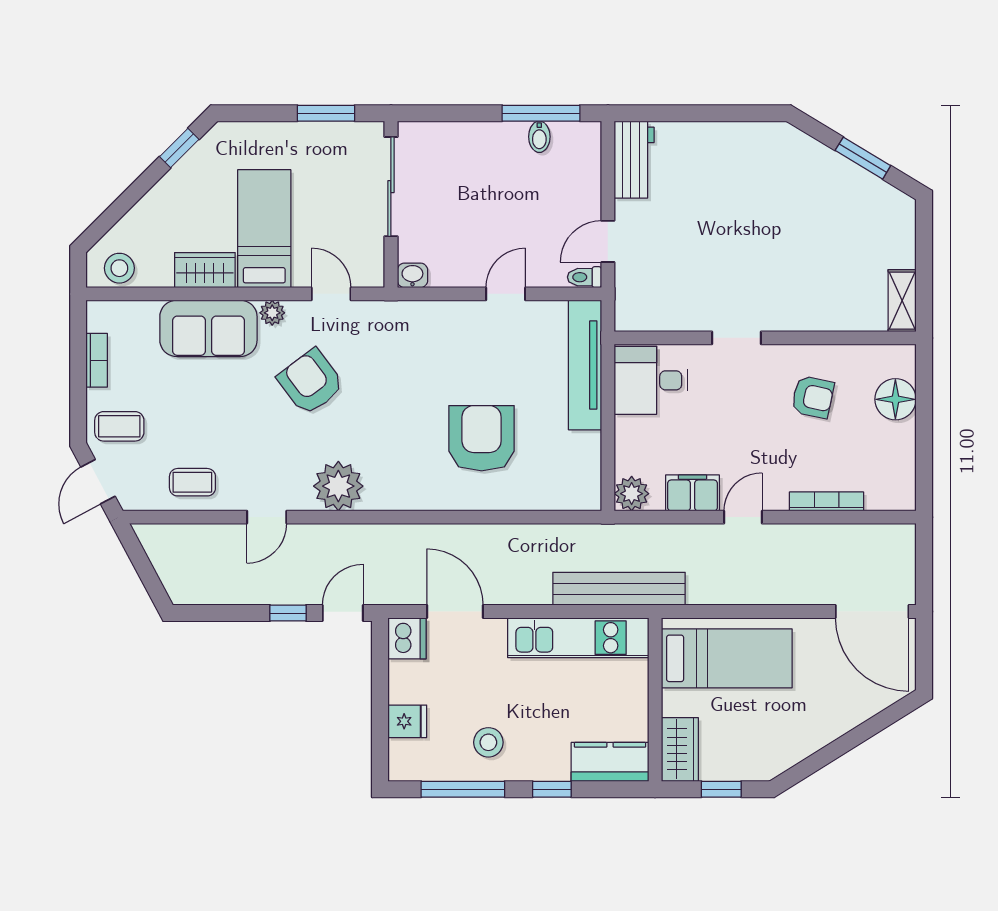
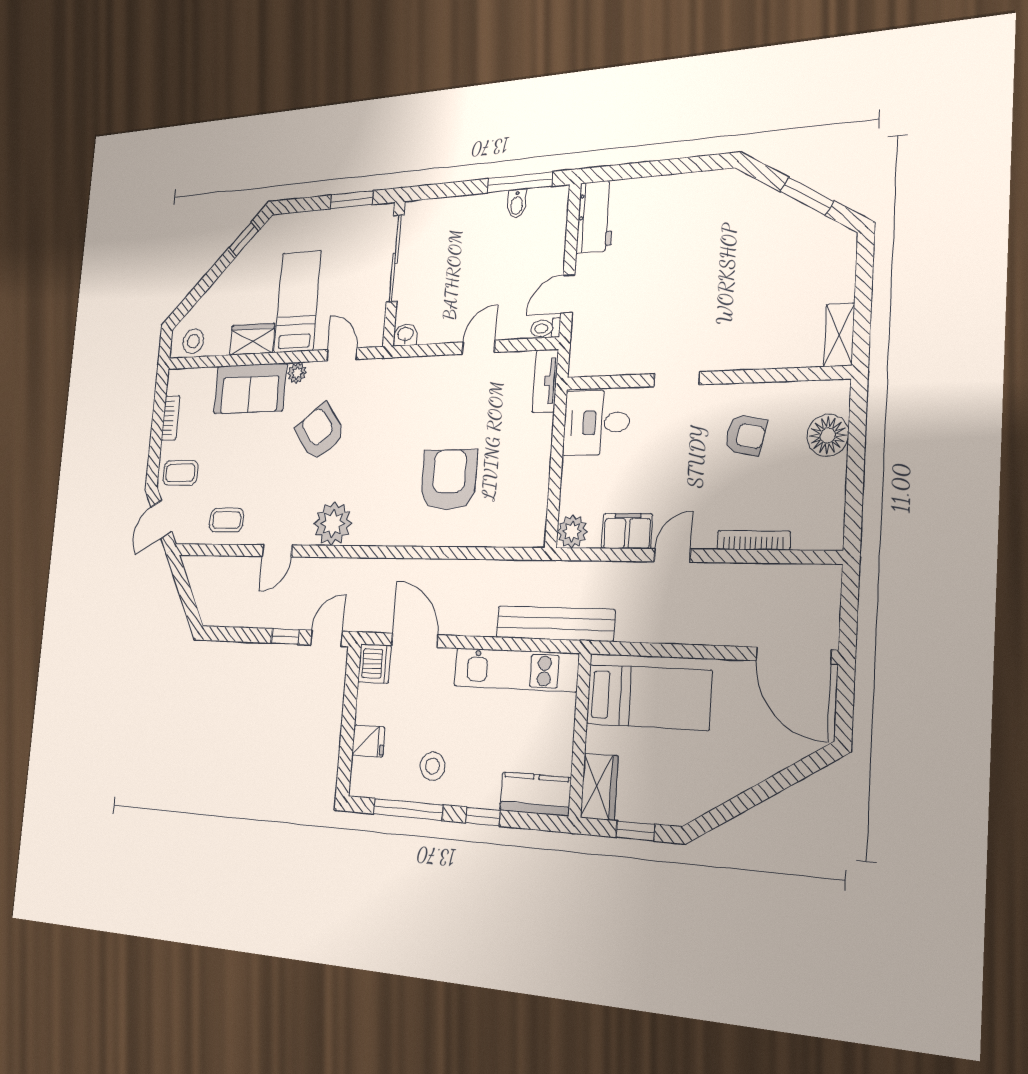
tv unit: (585, 365) -> (545, 381), width x0.52, depth x0.78

